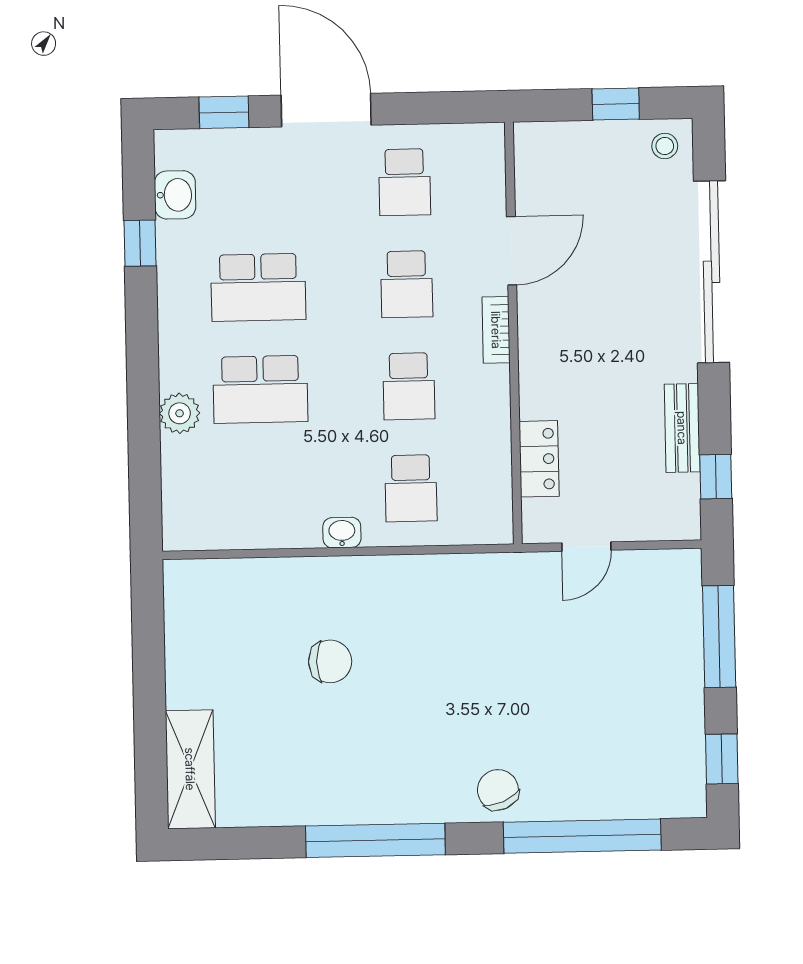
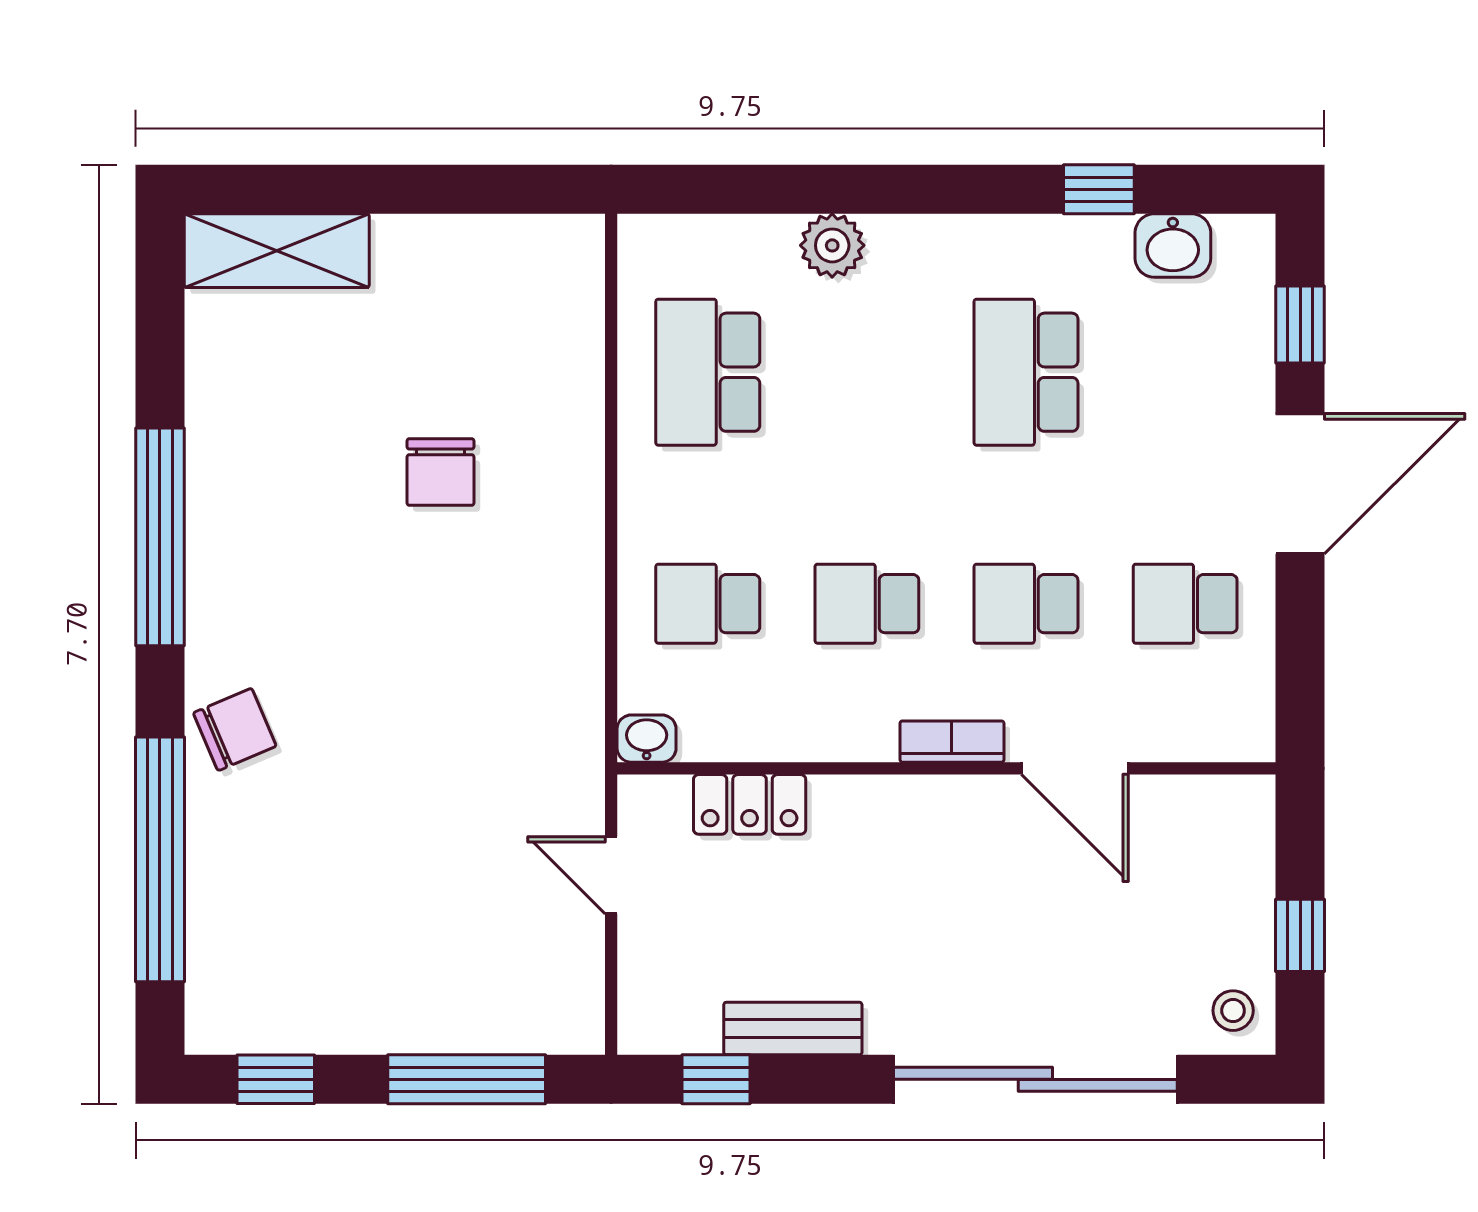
school desk: (260, 389) -> (708, 372), moved
washbasin: (342, 533) -> (647, 739), moved, turned -90

